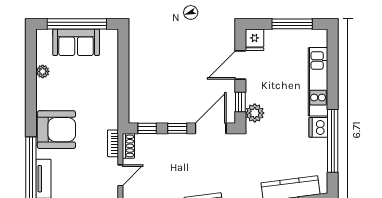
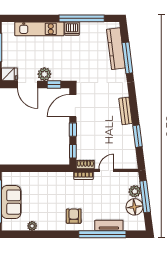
plant: (255, 113) -> (44, 74), moved
door: (211, 128) -> (73, 106), hinge flipped
armchair: (56, 130) -> (74, 216), width x0.53, depth x0.53
door: (120, 175) -> (106, 170), hinge flipped

